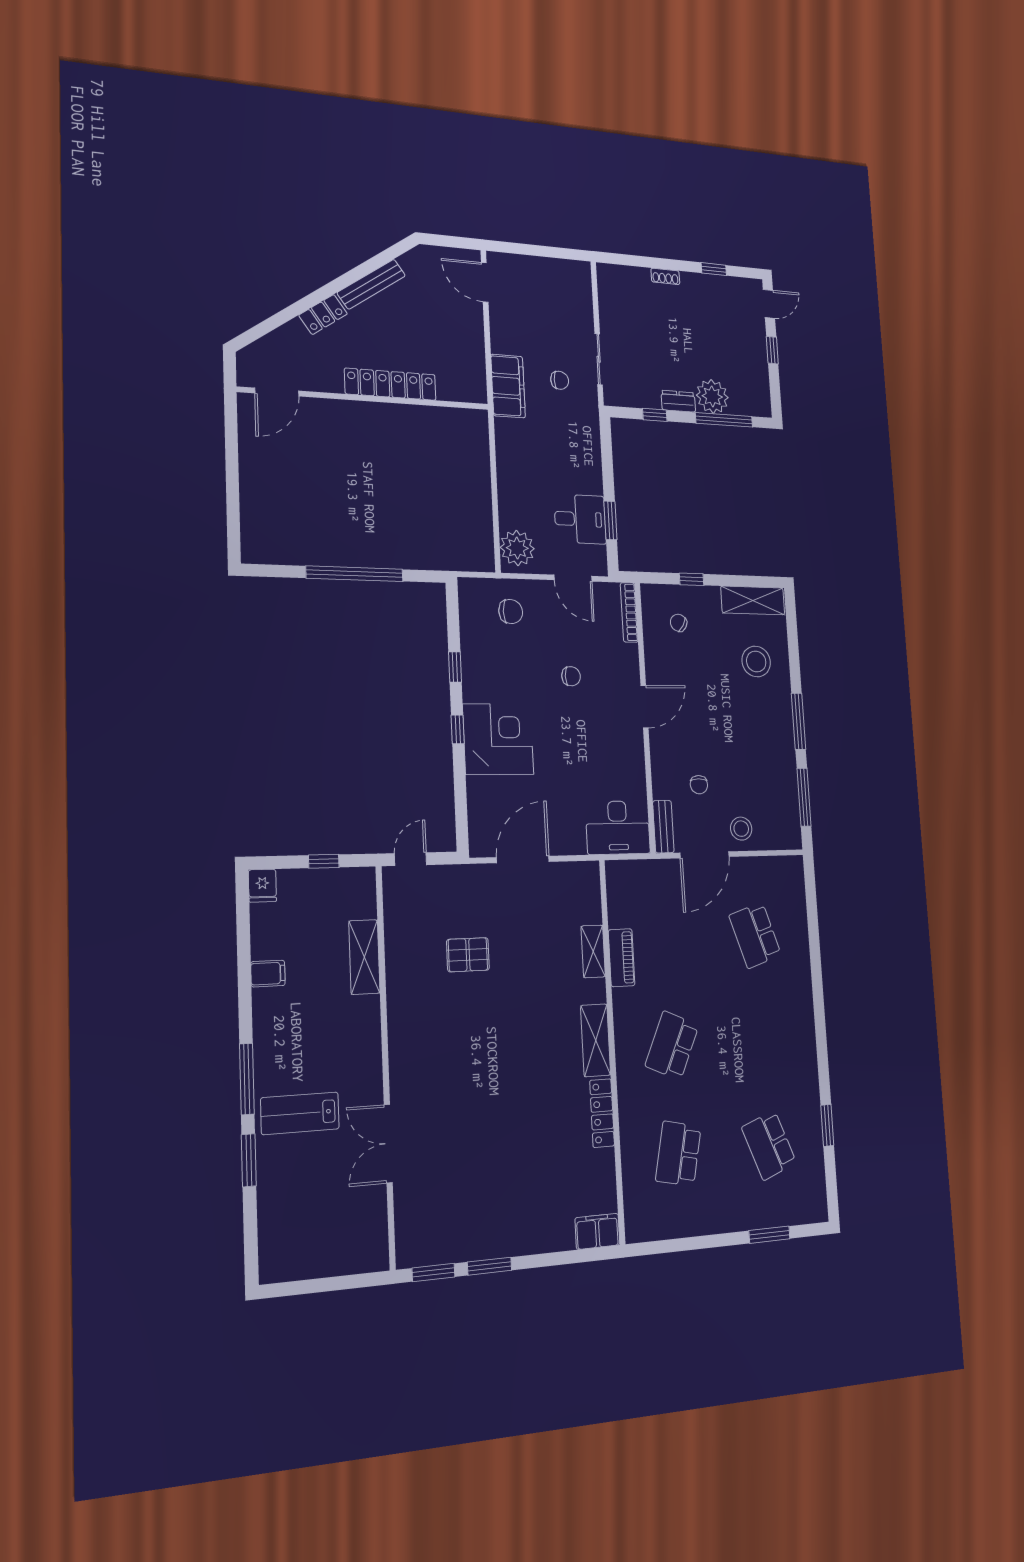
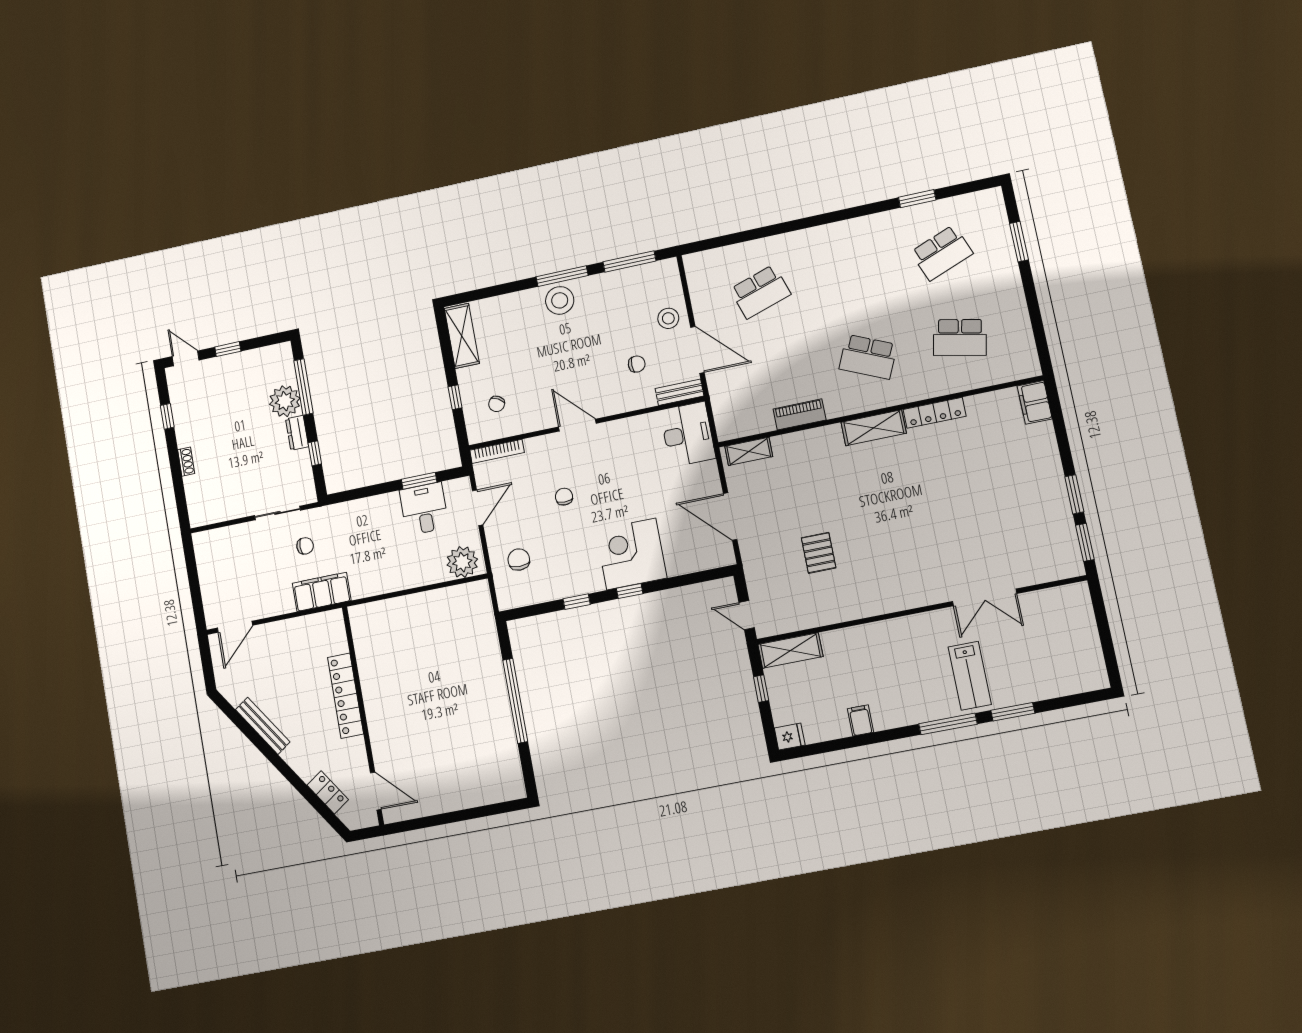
locker: (323, 314) -> (328, 792), moved
chair: (560, 380) -> (305, 546), turned 90
stool: (756, 661) -> (560, 300), moved
shelving: (593, 951) -> (749, 451), moved
shelving: (364, 957) -> (790, 650), moved

